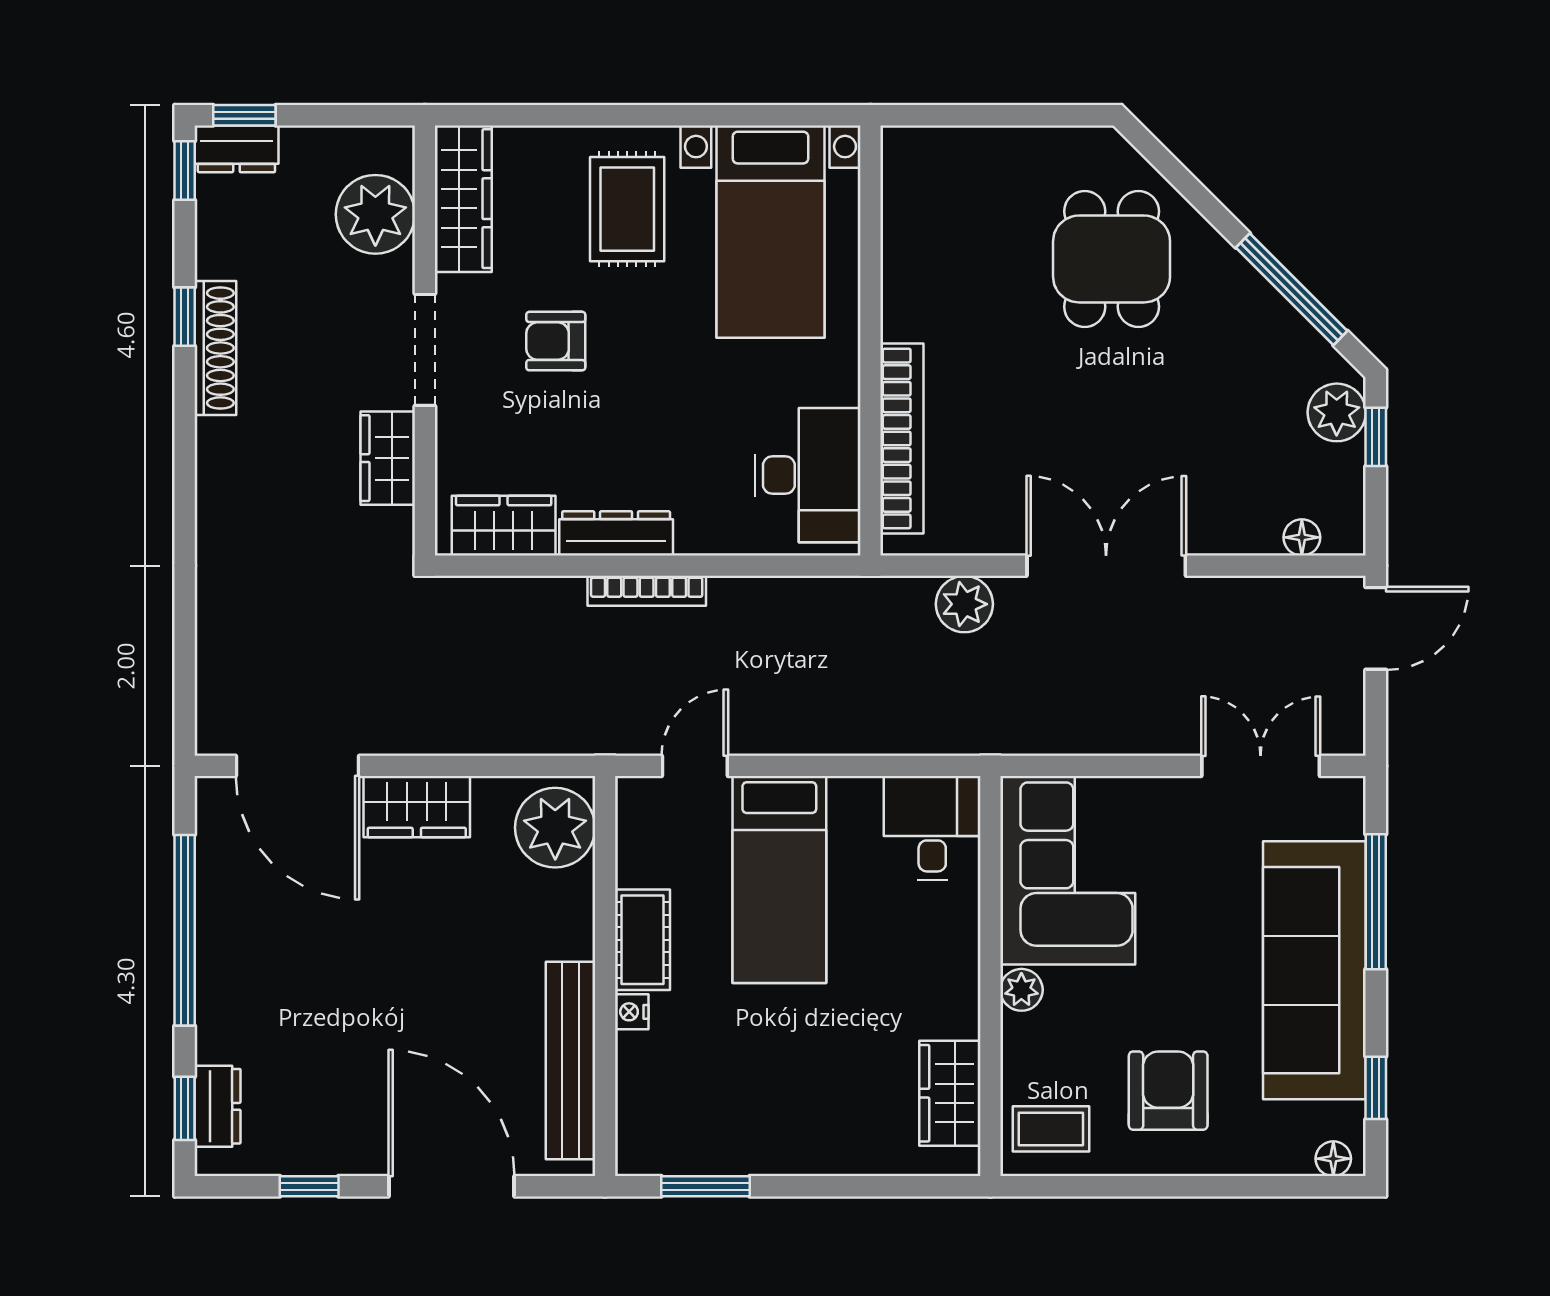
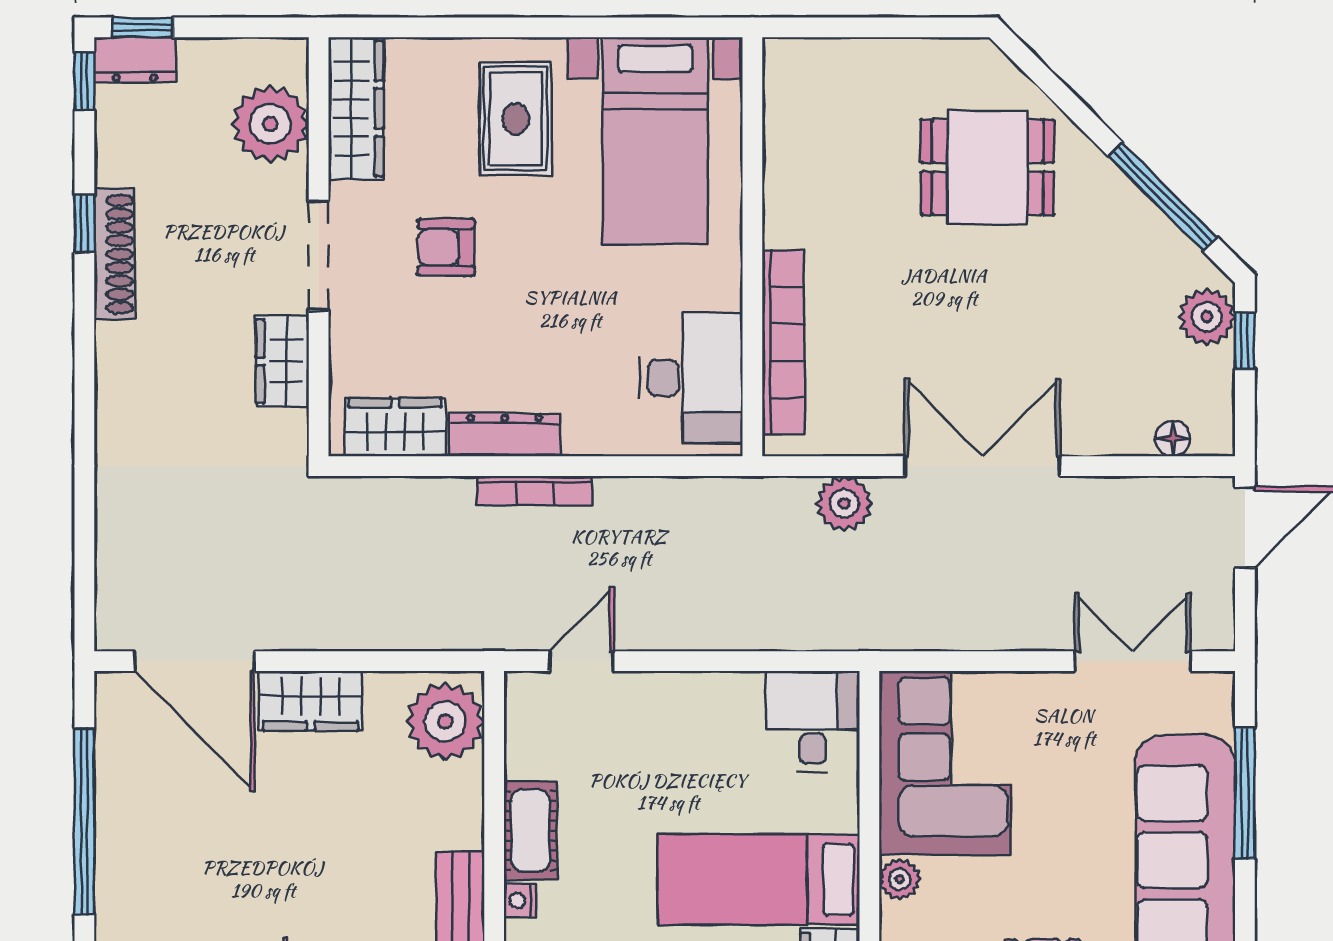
dining table: (1112, 259) -> (987, 167), turned 90
bed: (779, 880) -> (759, 879), moved, turned 90

